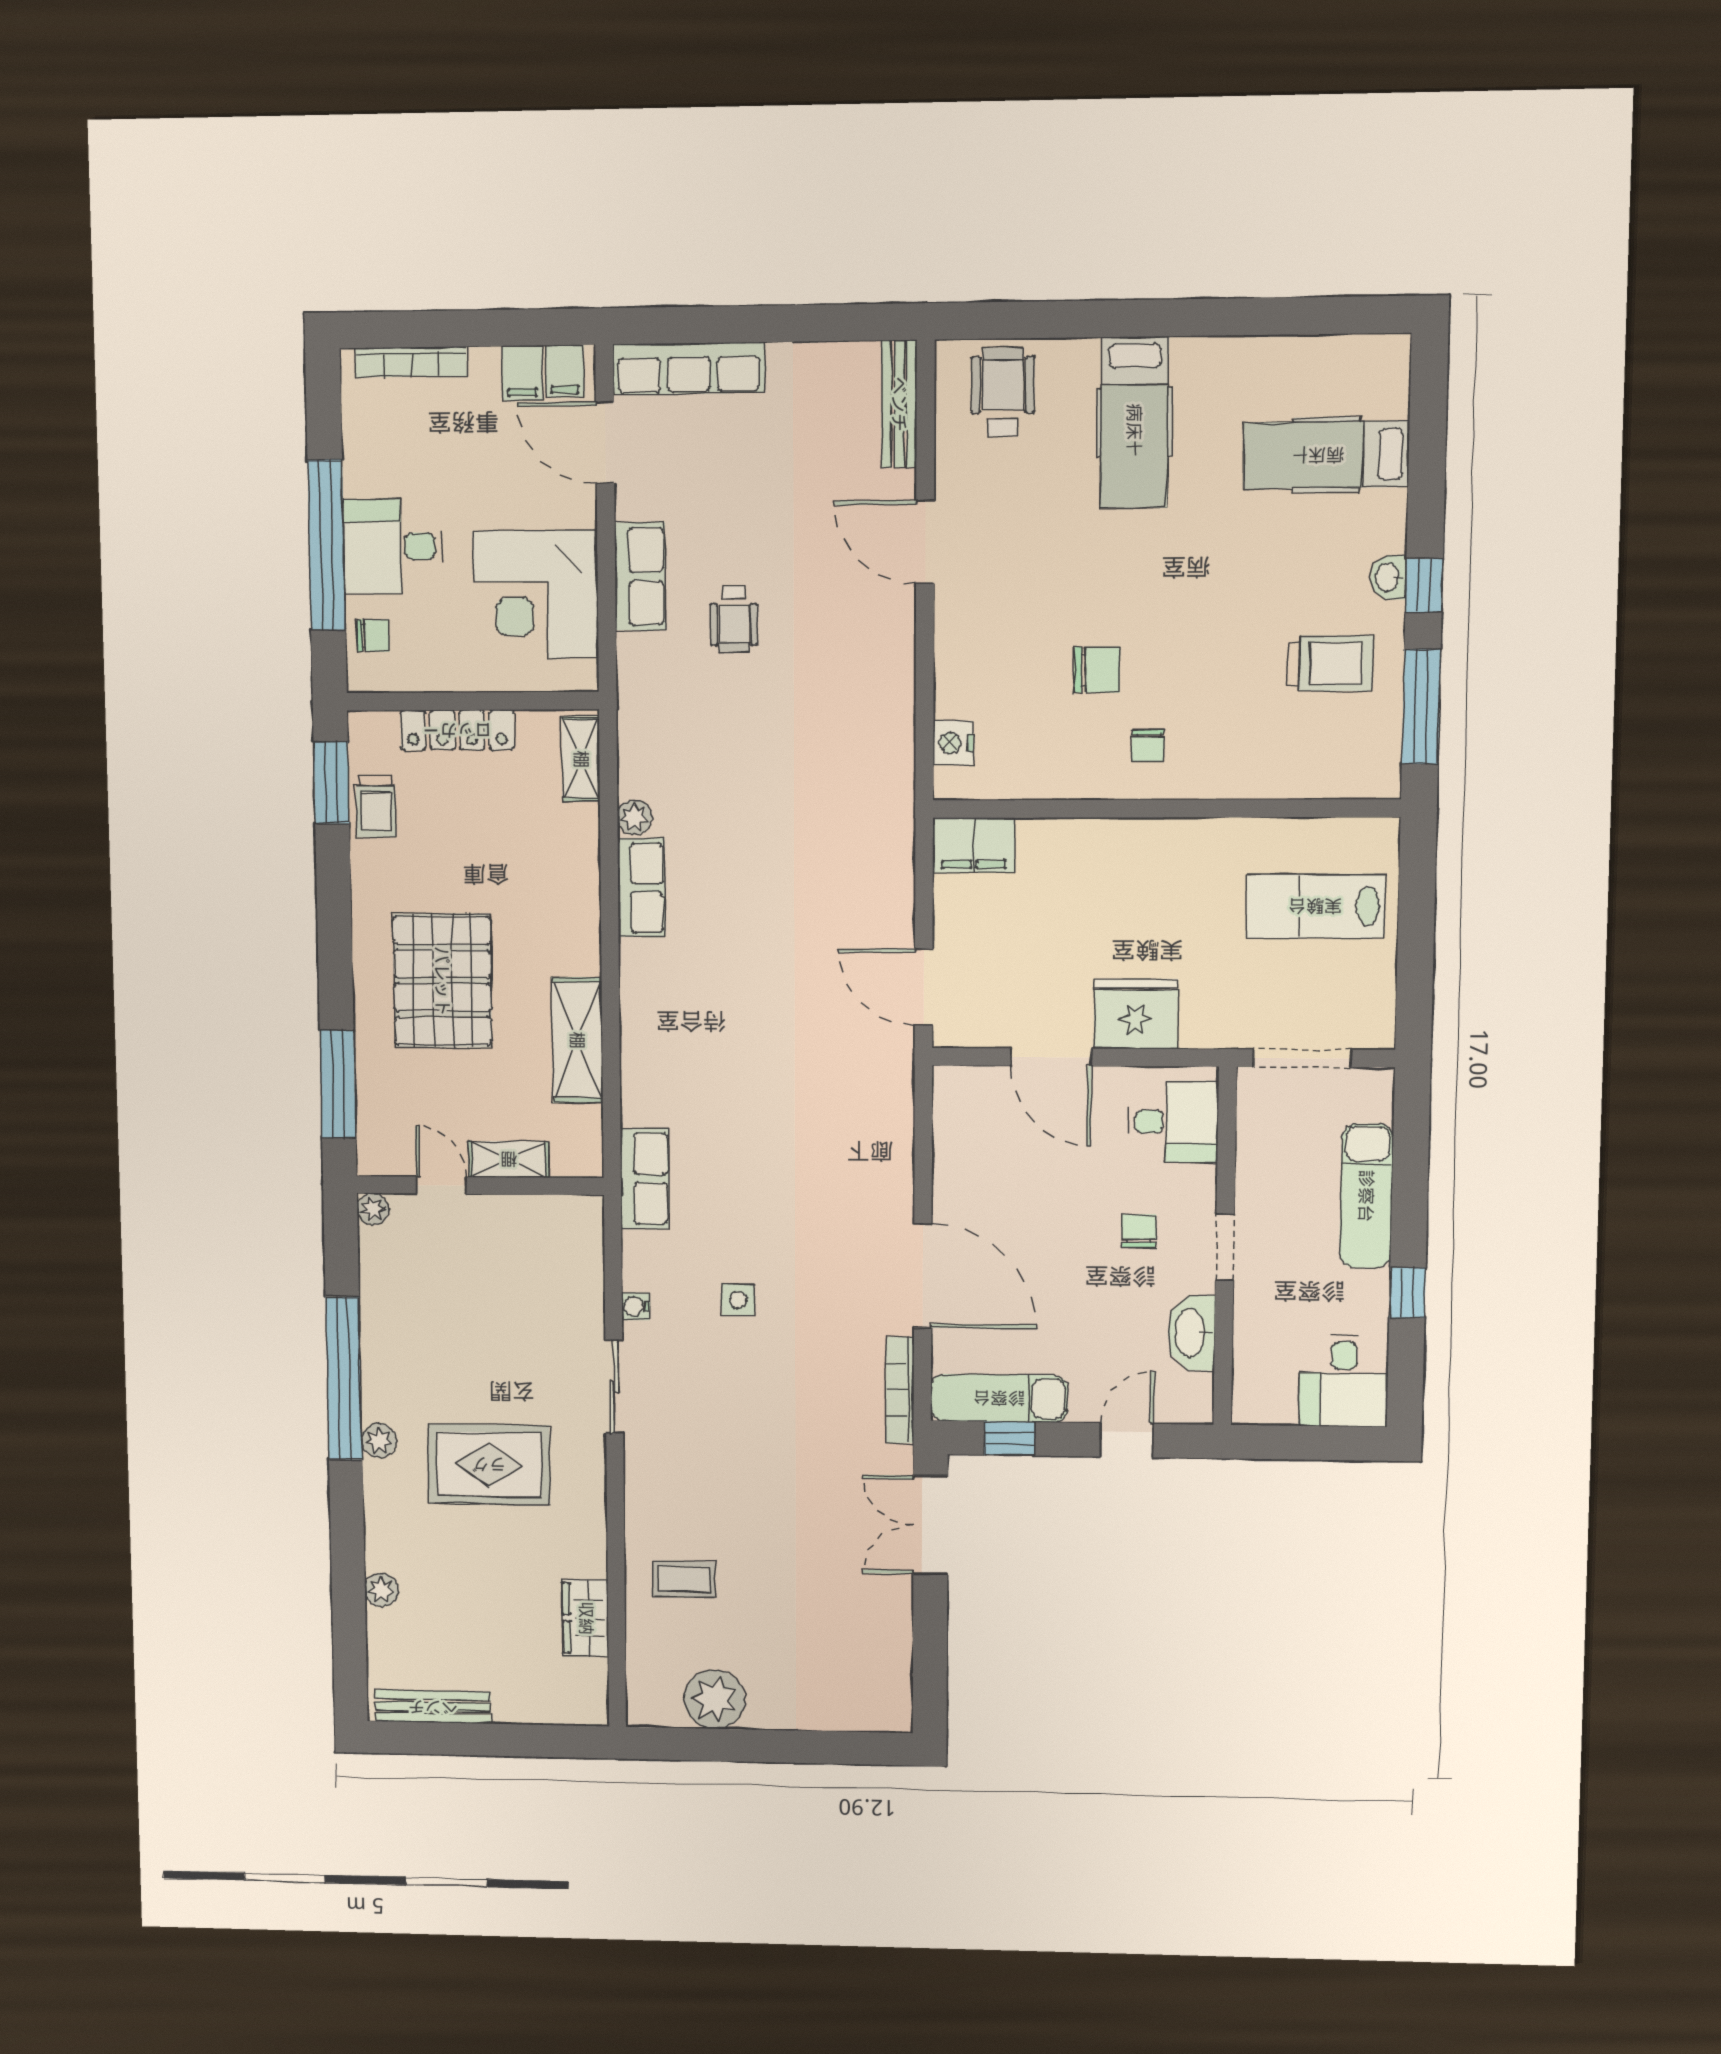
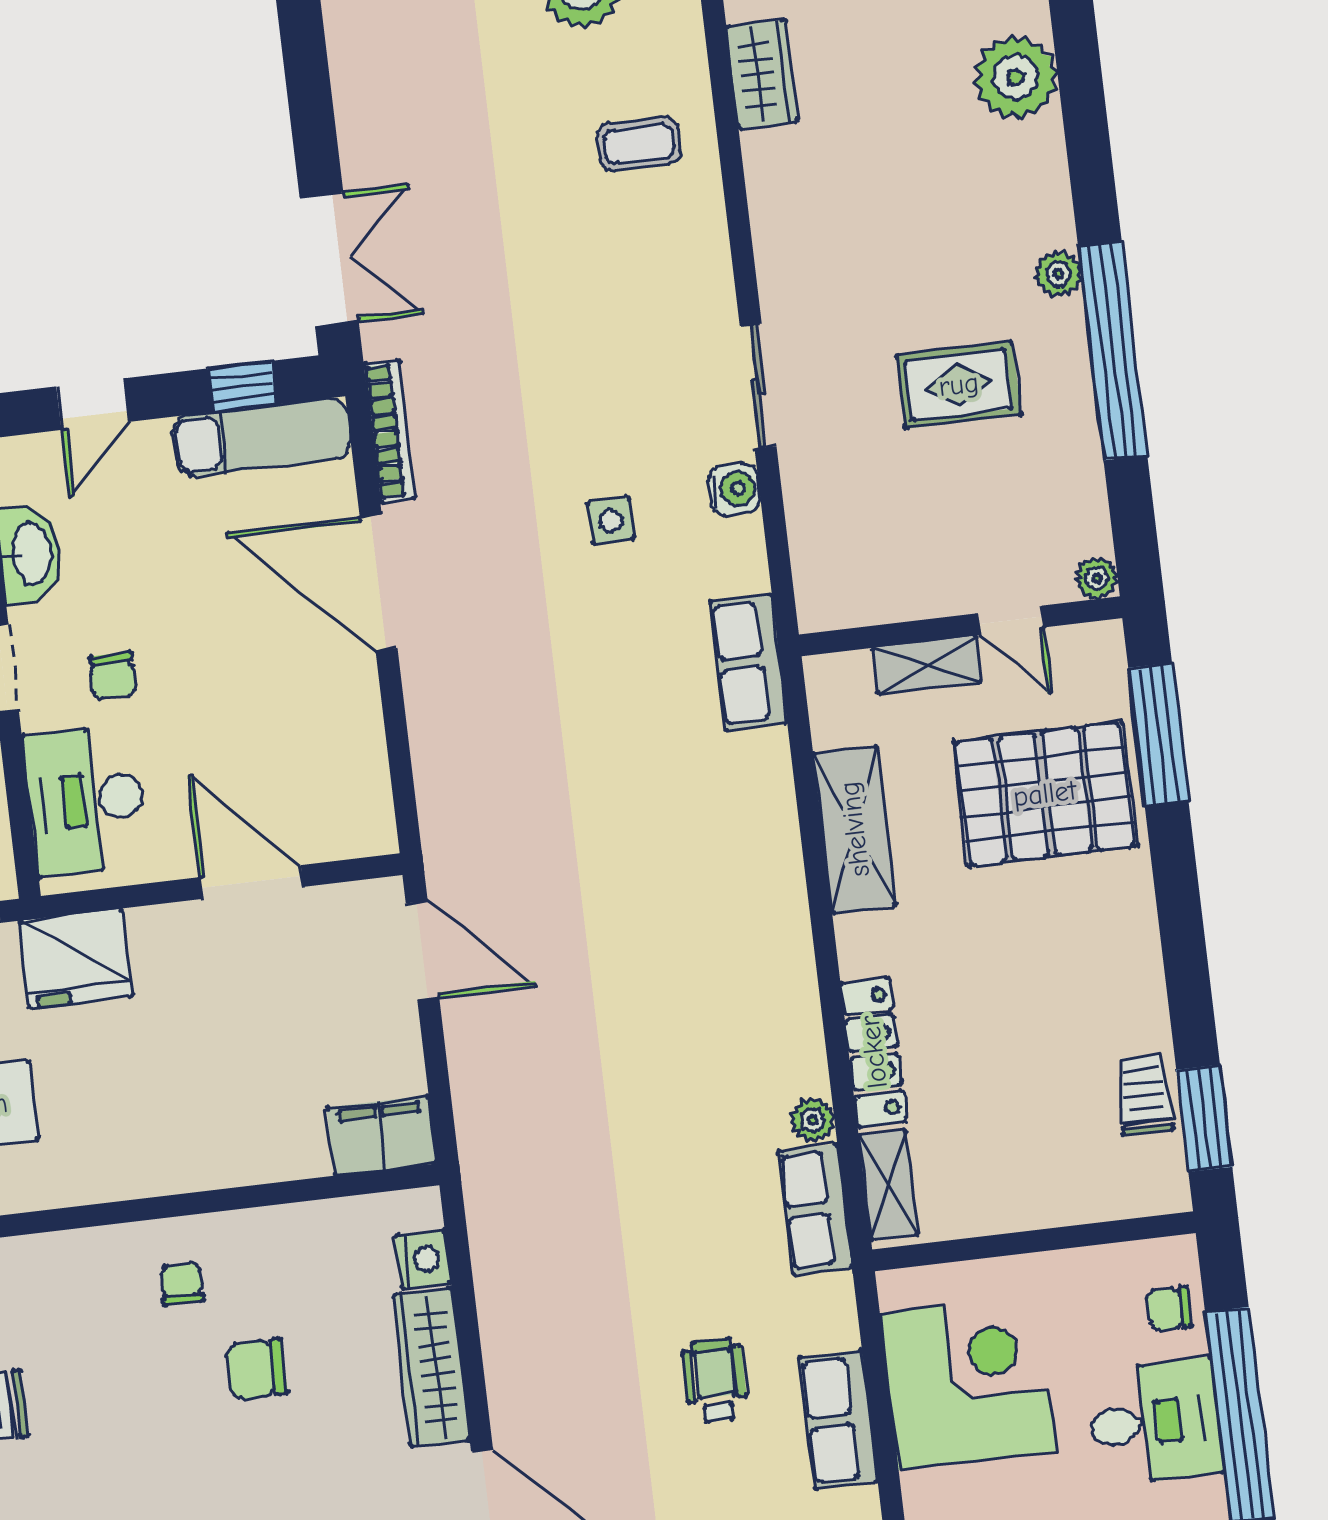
wardrobe: (957, 655) -> (431, 1367), added
locker: (457, 730) -> (874, 1052), moved, turned 90
row of seats: (641, 888) -> (815, 1209), moved
pallet: (442, 981) -> (1045, 794), moved, turned 90
fridge: (1136, 1014) -> (76, 959), moved
desk: (1173, 1122) -> (86, 800), width x1.37
water cooler: (636, 1306) -> (734, 489), width x1.38, depth x1.38
rug: (489, 1464) -> (959, 385), moved, width x0.73, depth x0.70
plant: (382, 1590) -> (1016, 77), width x1.88, depth x1.88

